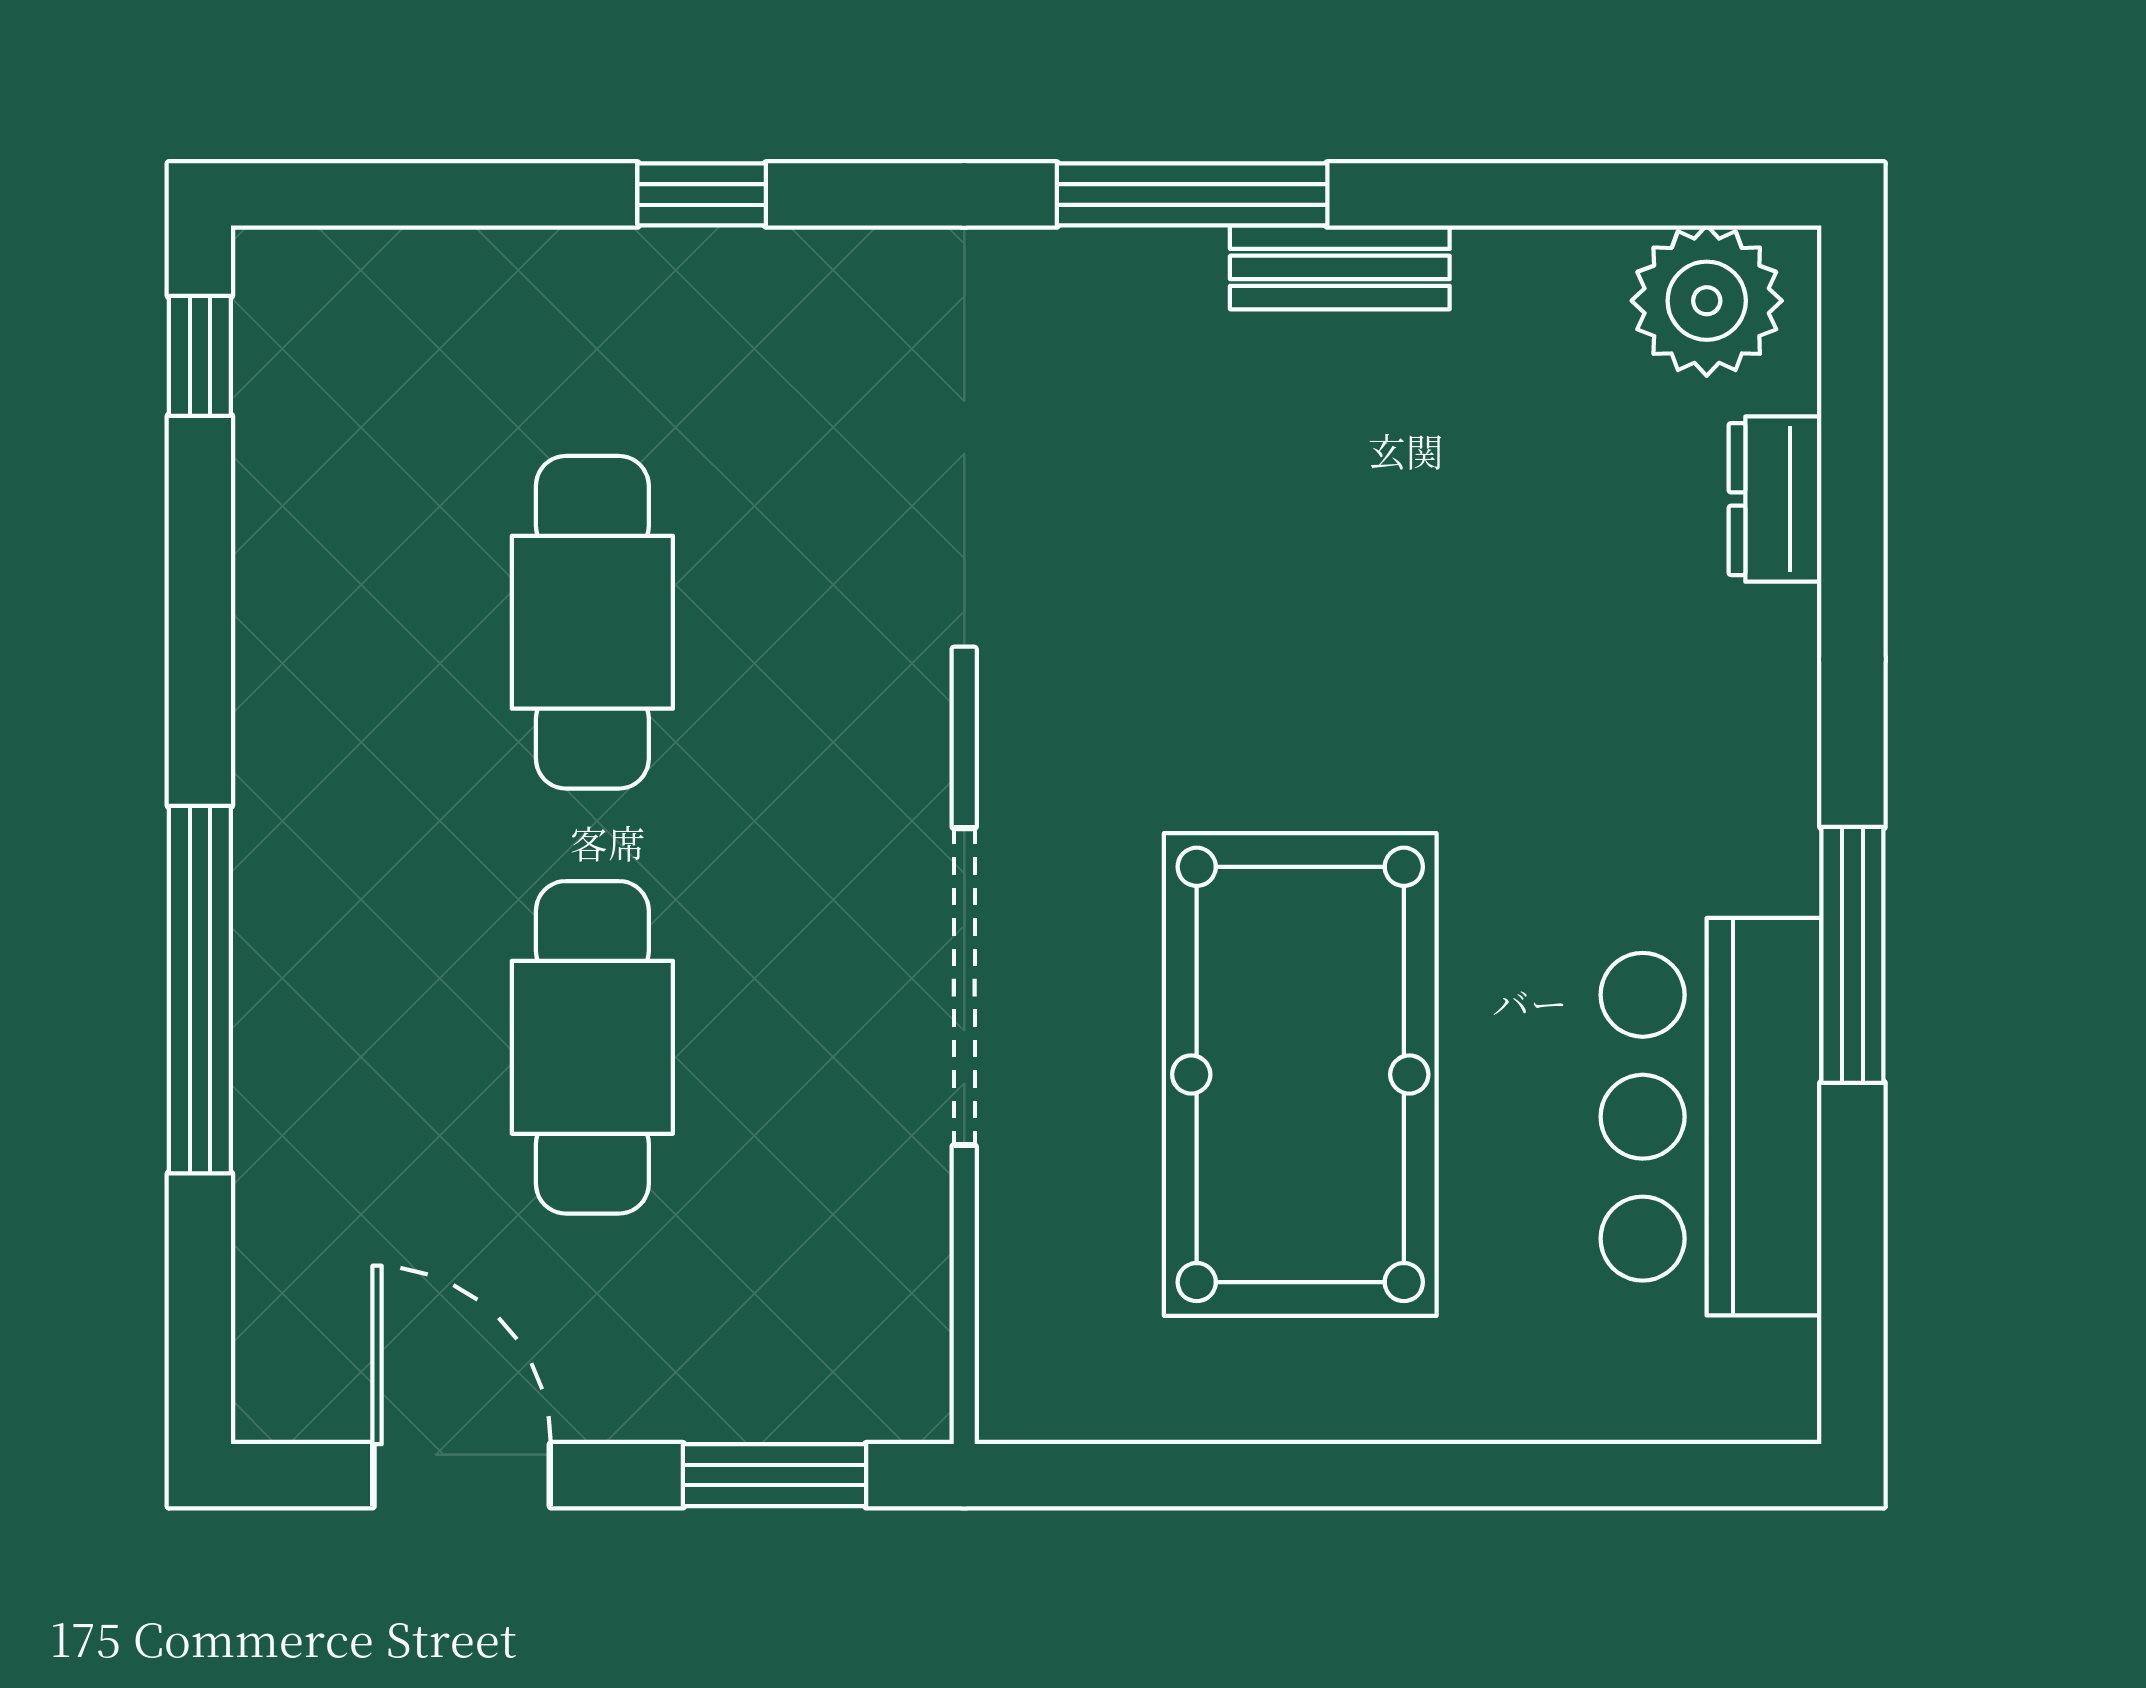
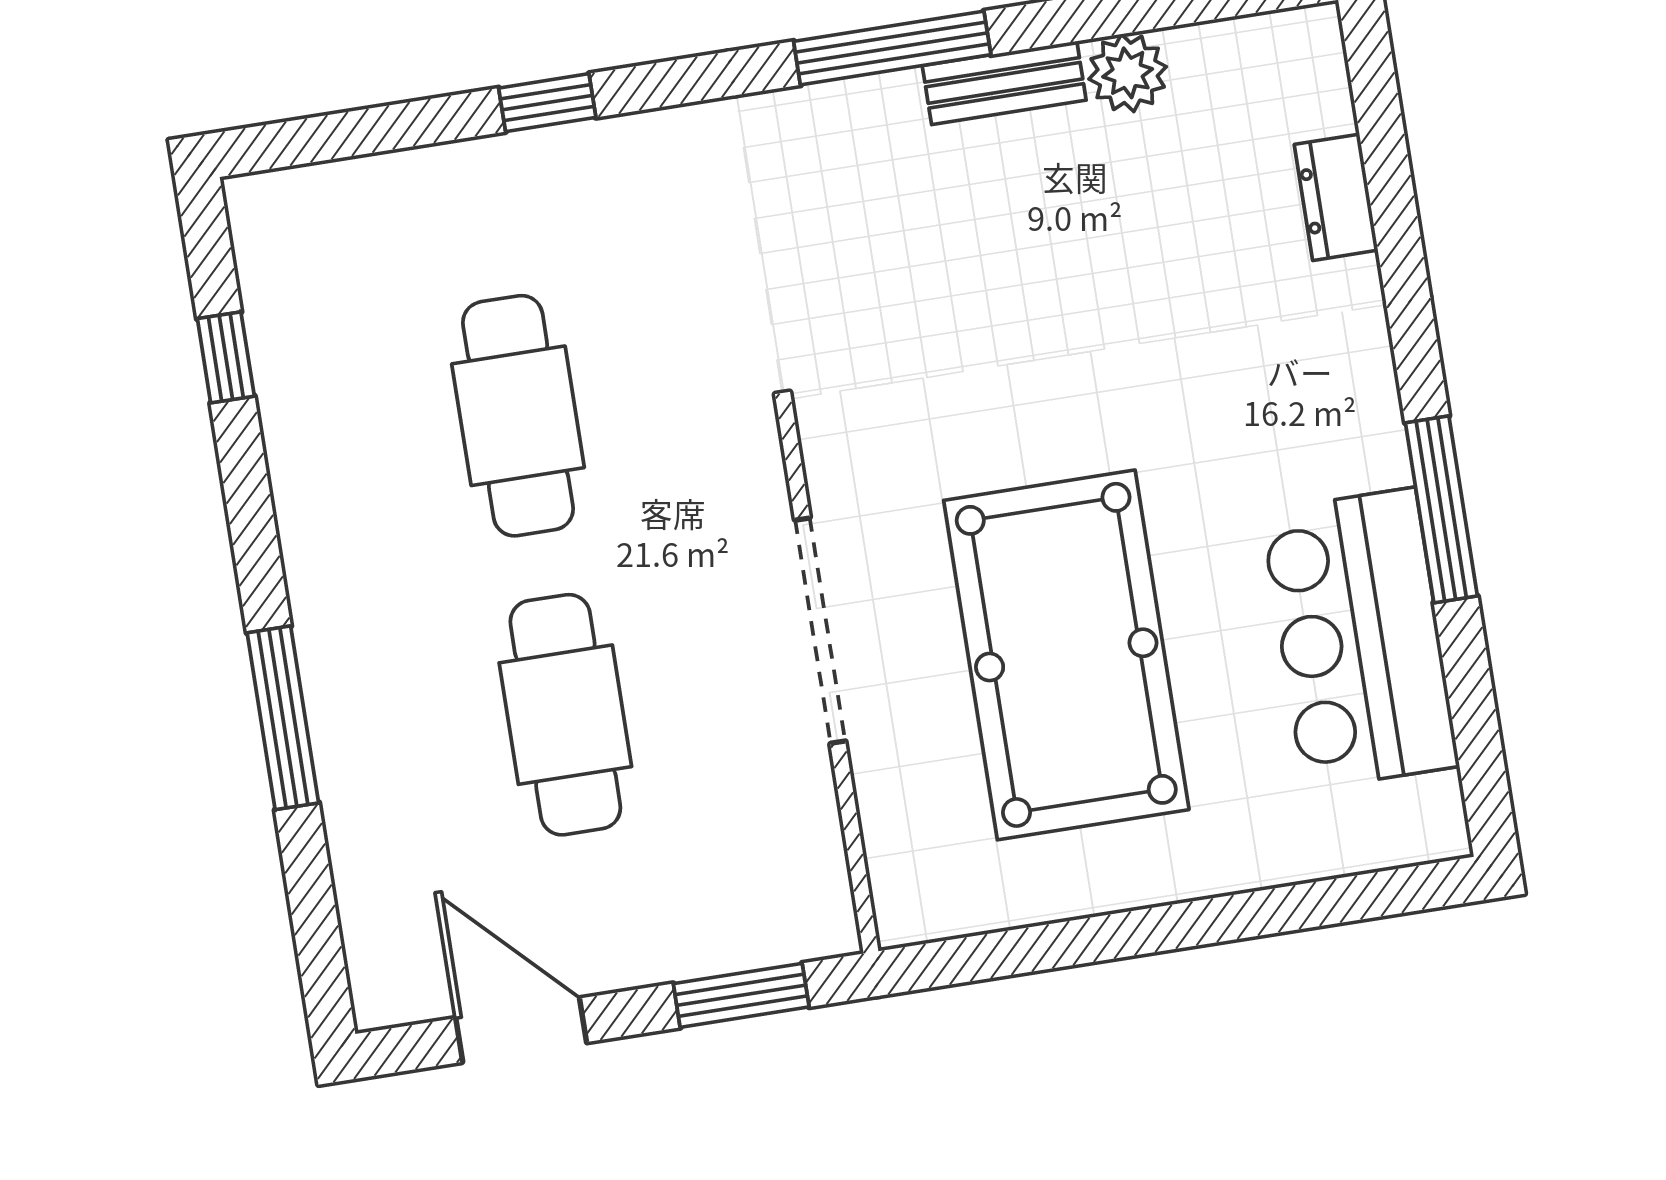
plant: (1707, 301) -> (1128, 73), moved, width x0.73, depth x0.73
window: (200, 356) -> (226, 357), moved
window: (200, 990) -> (283, 718), width x0.68

